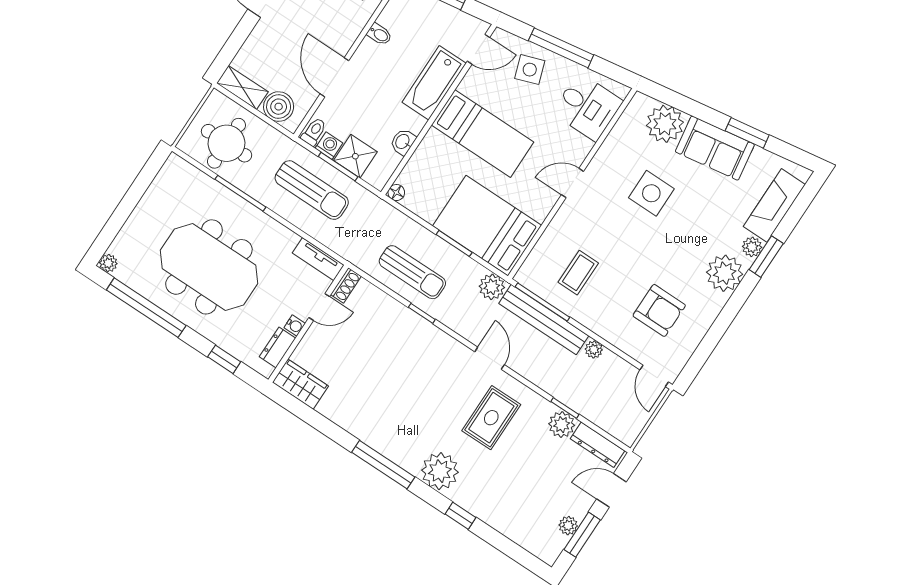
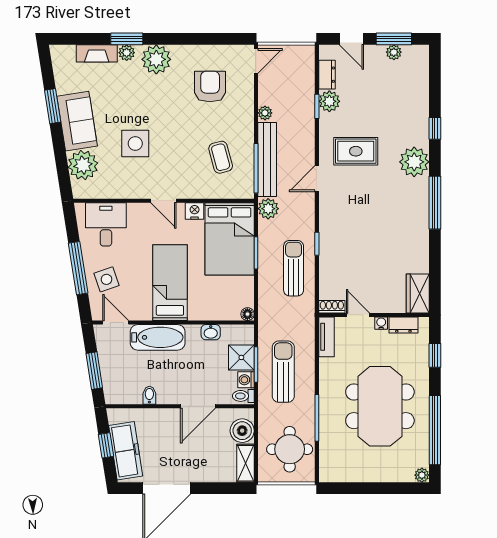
fireplace: (774, 205) -> (97, 53), width x0.73, depth x0.76
nightstand: (540, 208) -> (195, 211), added
coffee table: (578, 273) -> (221, 157), turned 75
dresser: (598, 445) -> (327, 75), width x0.70

